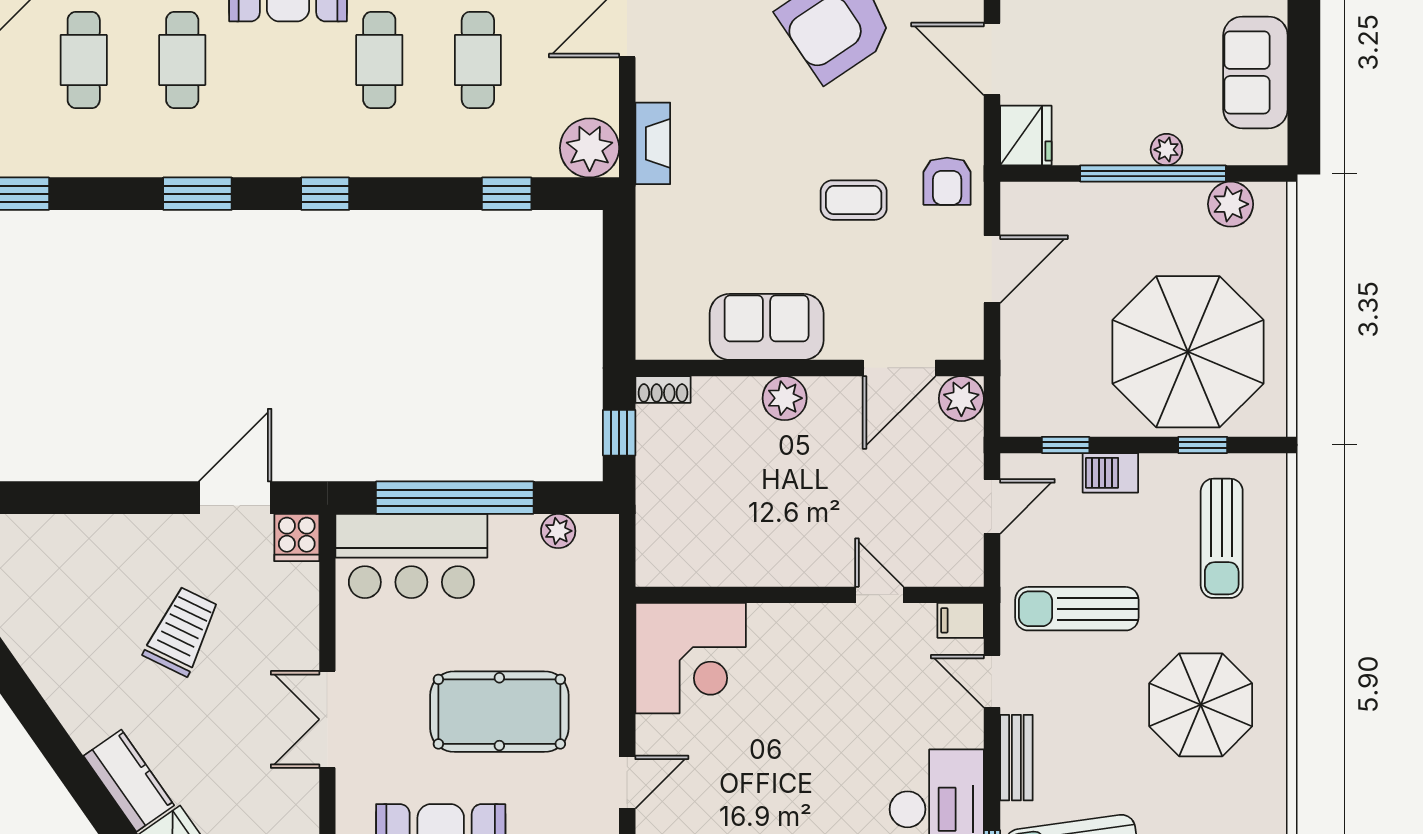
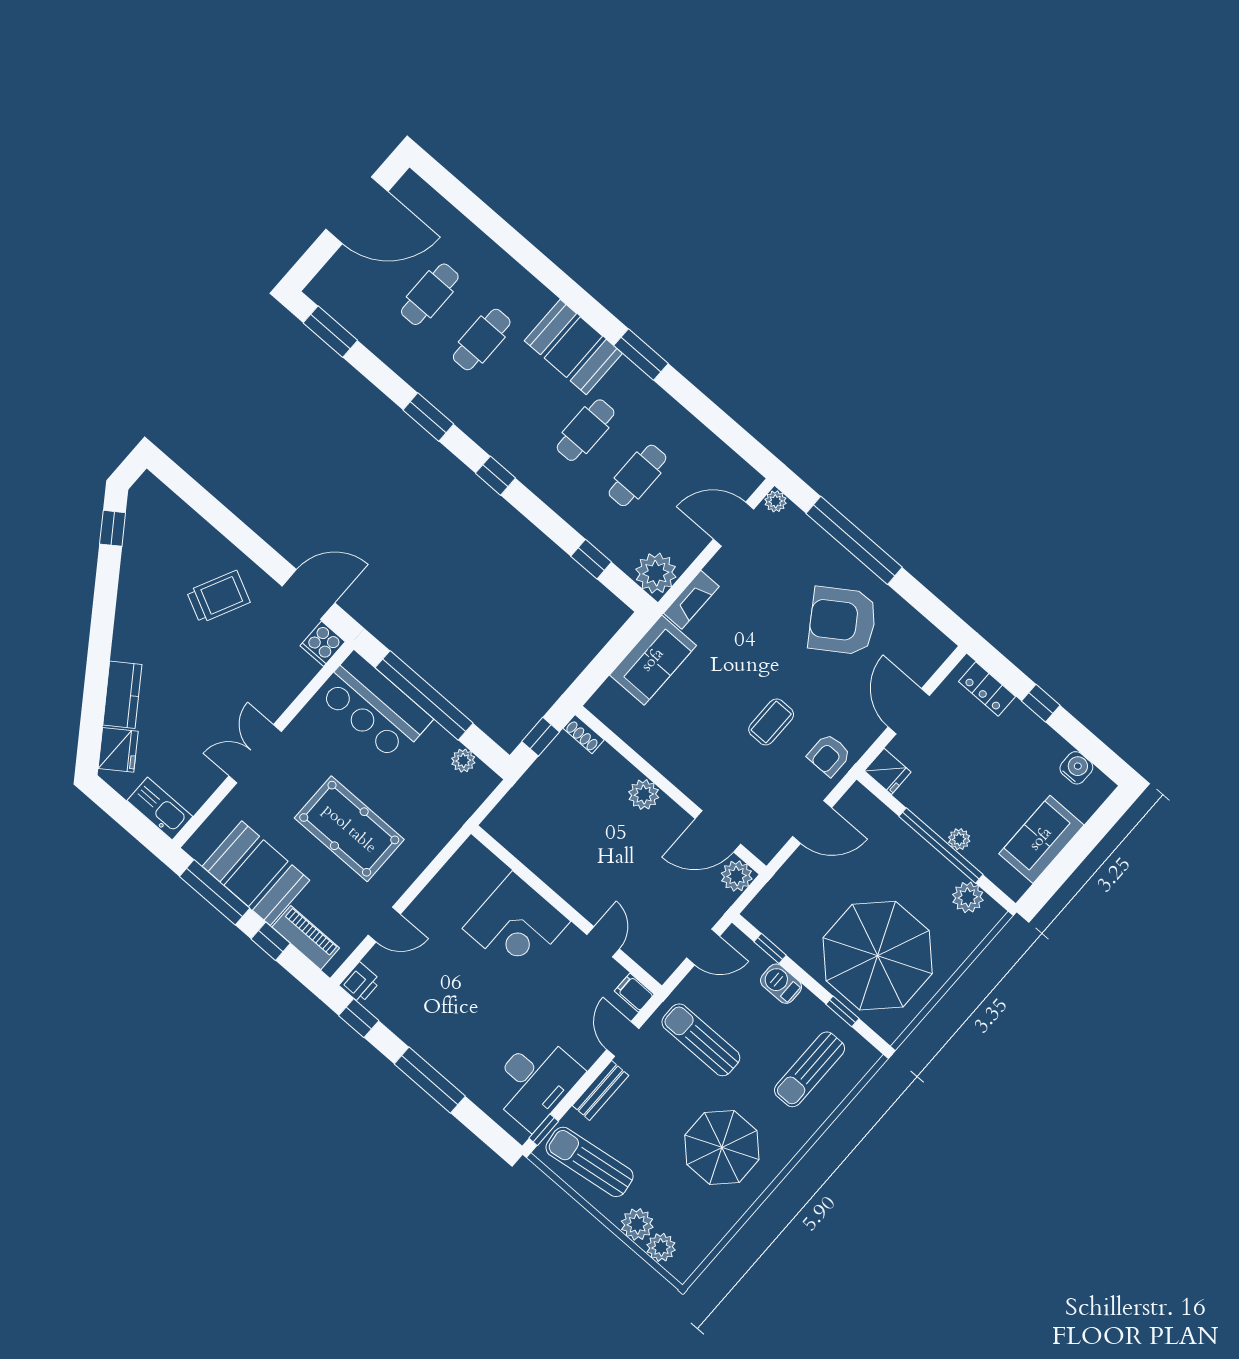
fridge: (1026, 135) -> (888, 771), width x0.72
coffee table: (854, 200) -> (771, 722), turned 90
sofa: (767, 327) -> (653, 660), moved, turned 90
trolley: (182, 631) -> (218, 597), moved
corner desk: (691, 658) -> (516, 925), moved

